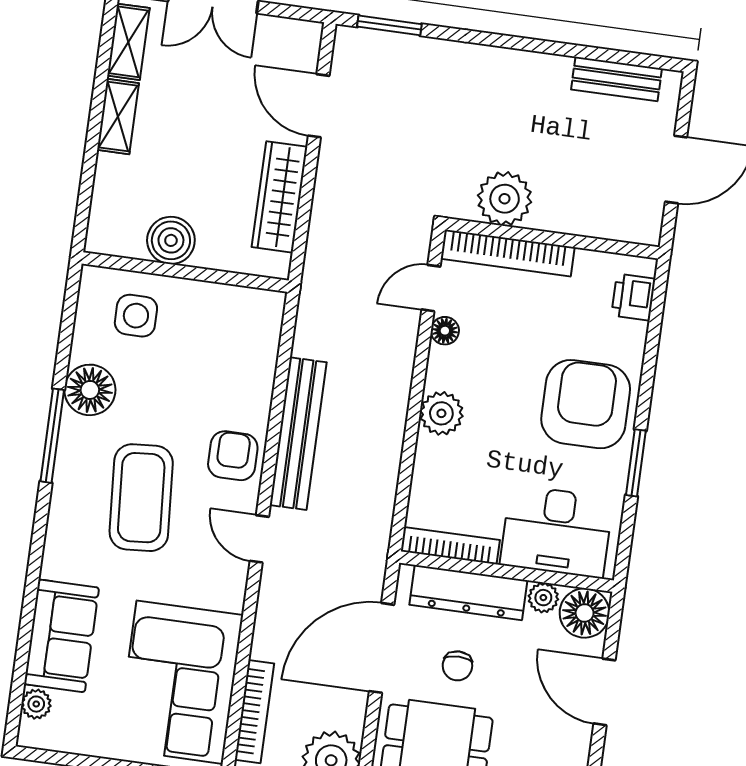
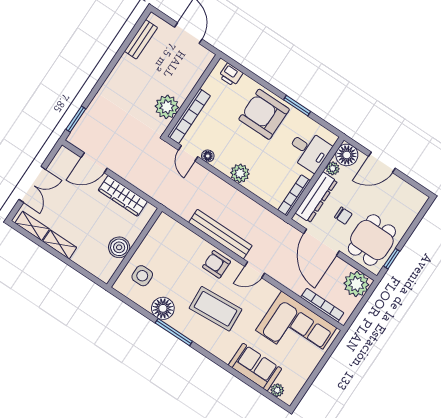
desk: (557, 531) -> (309, 150), width x0.73

